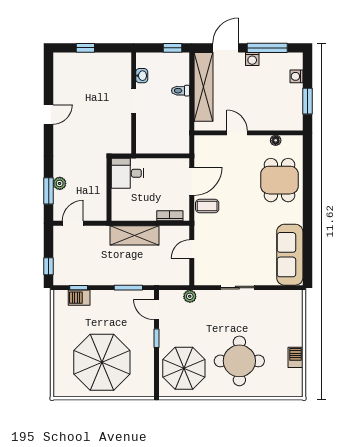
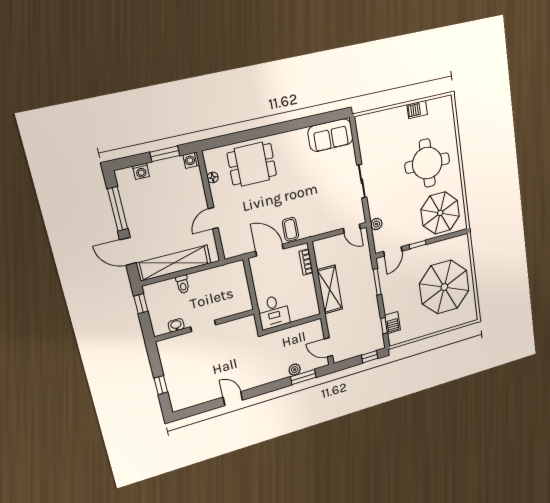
washing machine: (252, 59) -> (191, 160), moved, turned 180
door: (192, 249) -> (352, 229), moved
sofa: (290, 255) -> (331, 135), width x0.73

